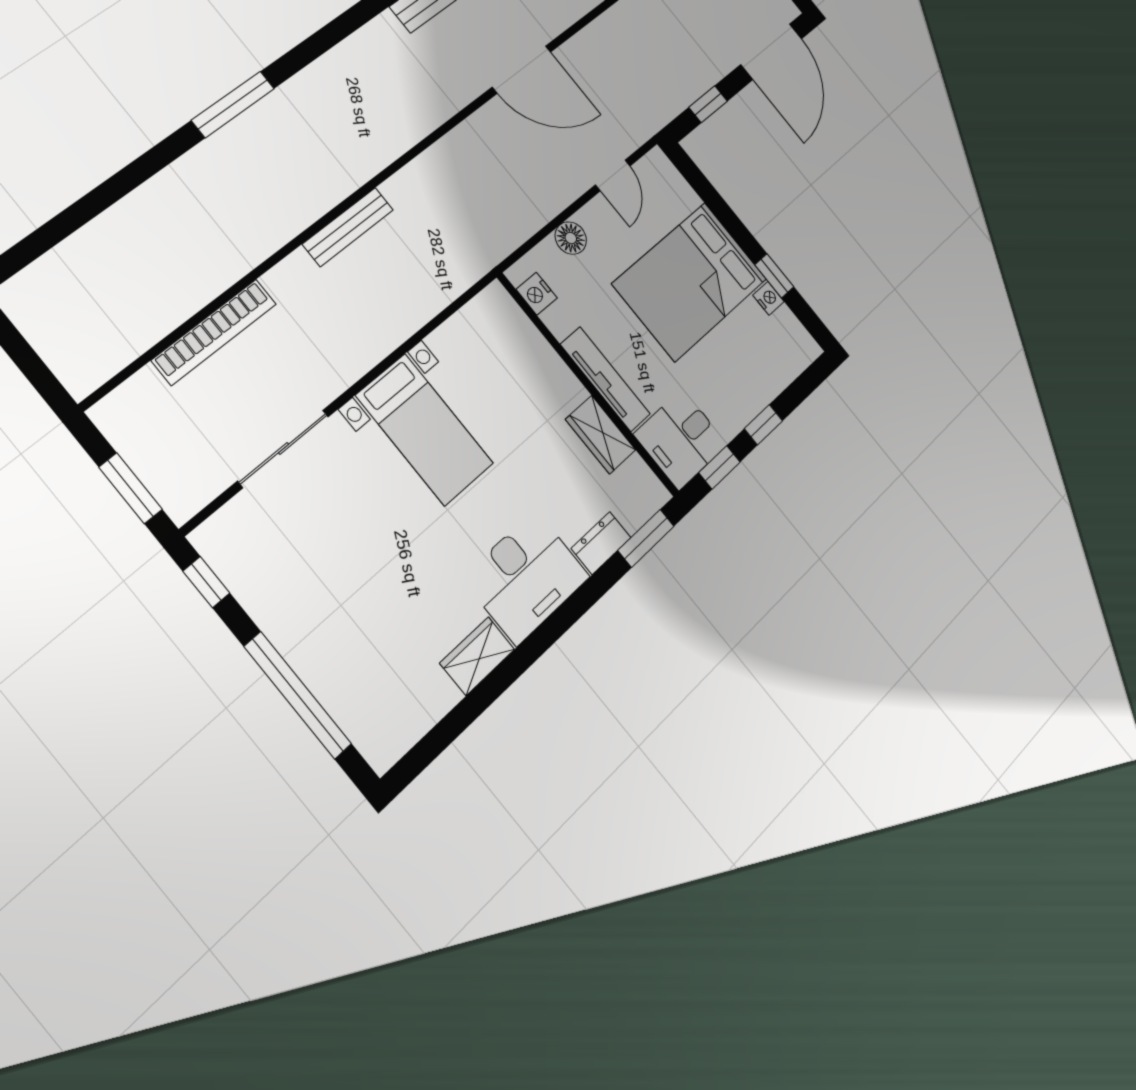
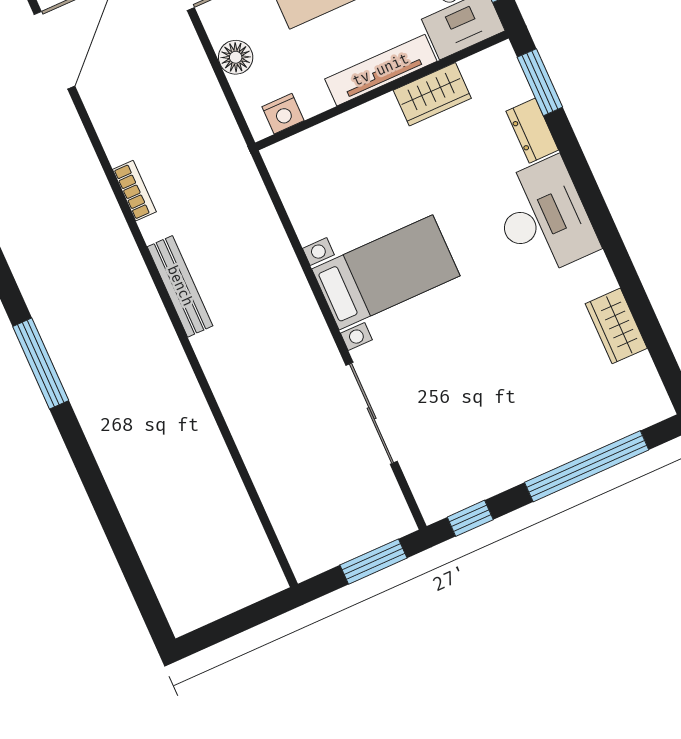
bookcase: (214, 332) -> (134, 191), moved, width x0.43, depth x0.76
wardrobe: (477, 656) -> (616, 326), moved

